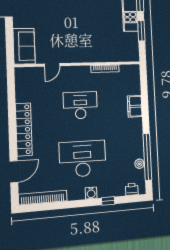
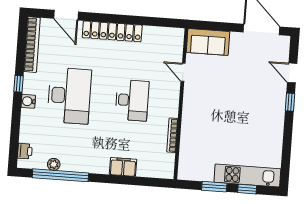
window: (108, 201) -> (18, 84), moved

